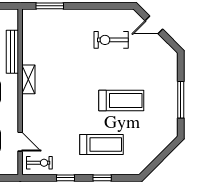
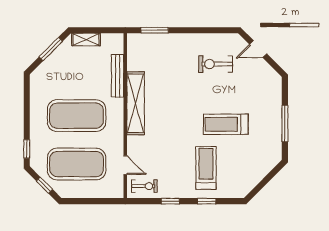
shelving: (28, 79) -> (136, 103), width x2.20, depth x1.33
treadmill: (121, 101) -> (226, 124), turned 180
treadmill: (101, 145) -> (206, 168), turned -90

